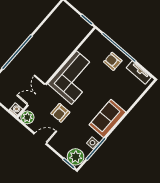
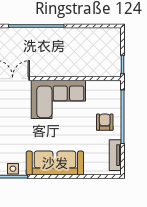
armchair: (60, 113) -> (15, 115), removed
sofa: (107, 118) -> (55, 163), width x1.36

